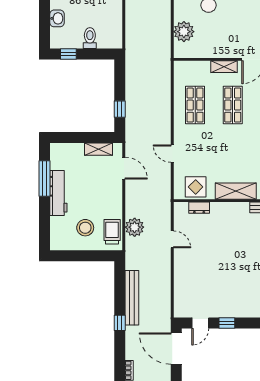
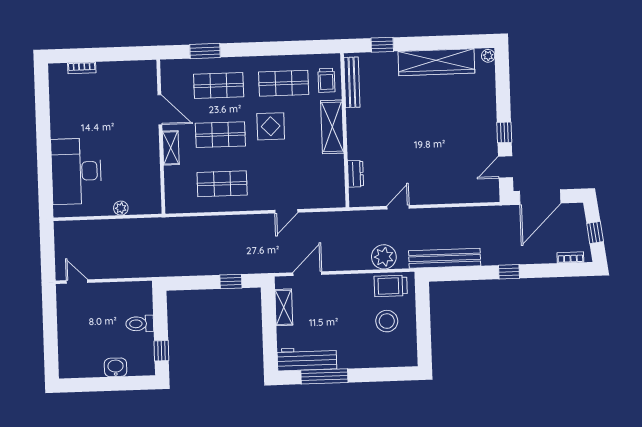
plant: (184, 32) -> (121, 208), width x0.53, depth x0.53
display table: (196, 187) -> (271, 126), moved
workbench: (58, 193) -> (307, 359), moved
bench: (132, 298) -> (445, 258), moved
door: (200, 323) -> (506, 167), swing flipped

